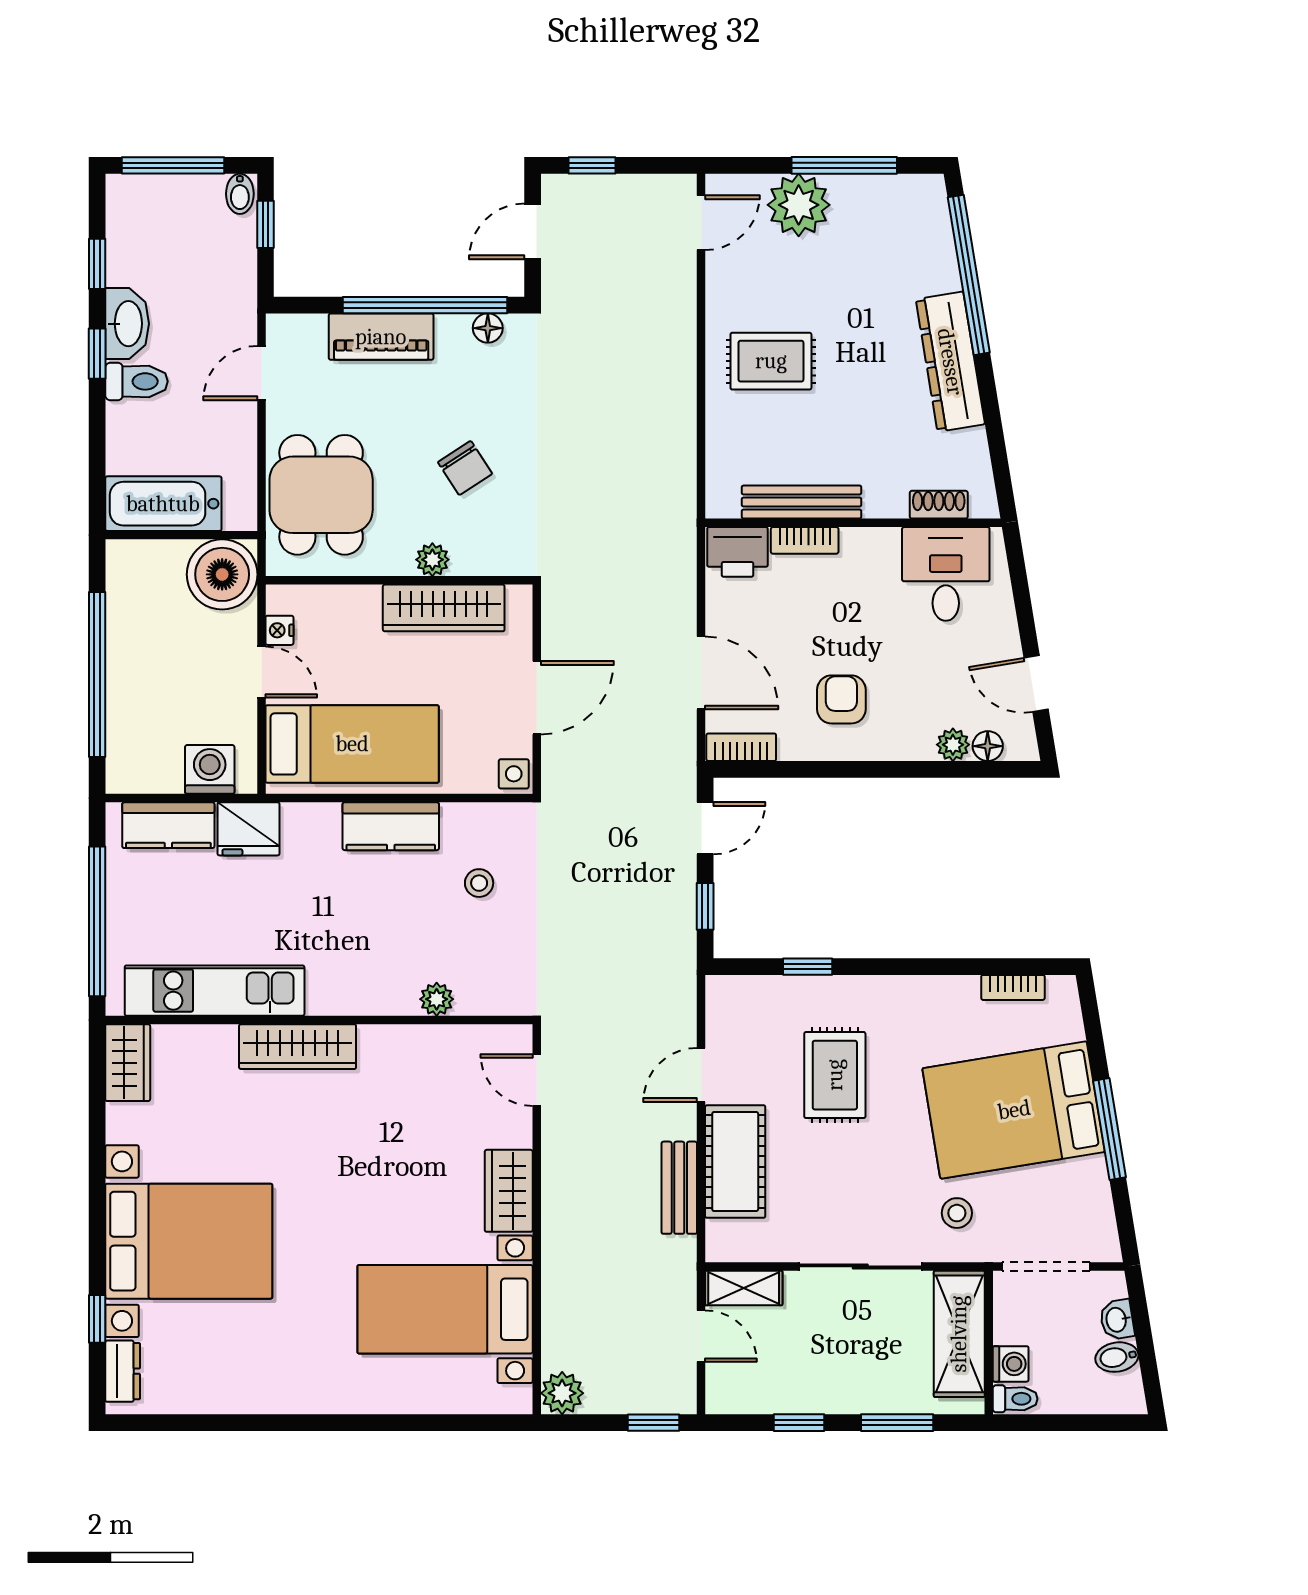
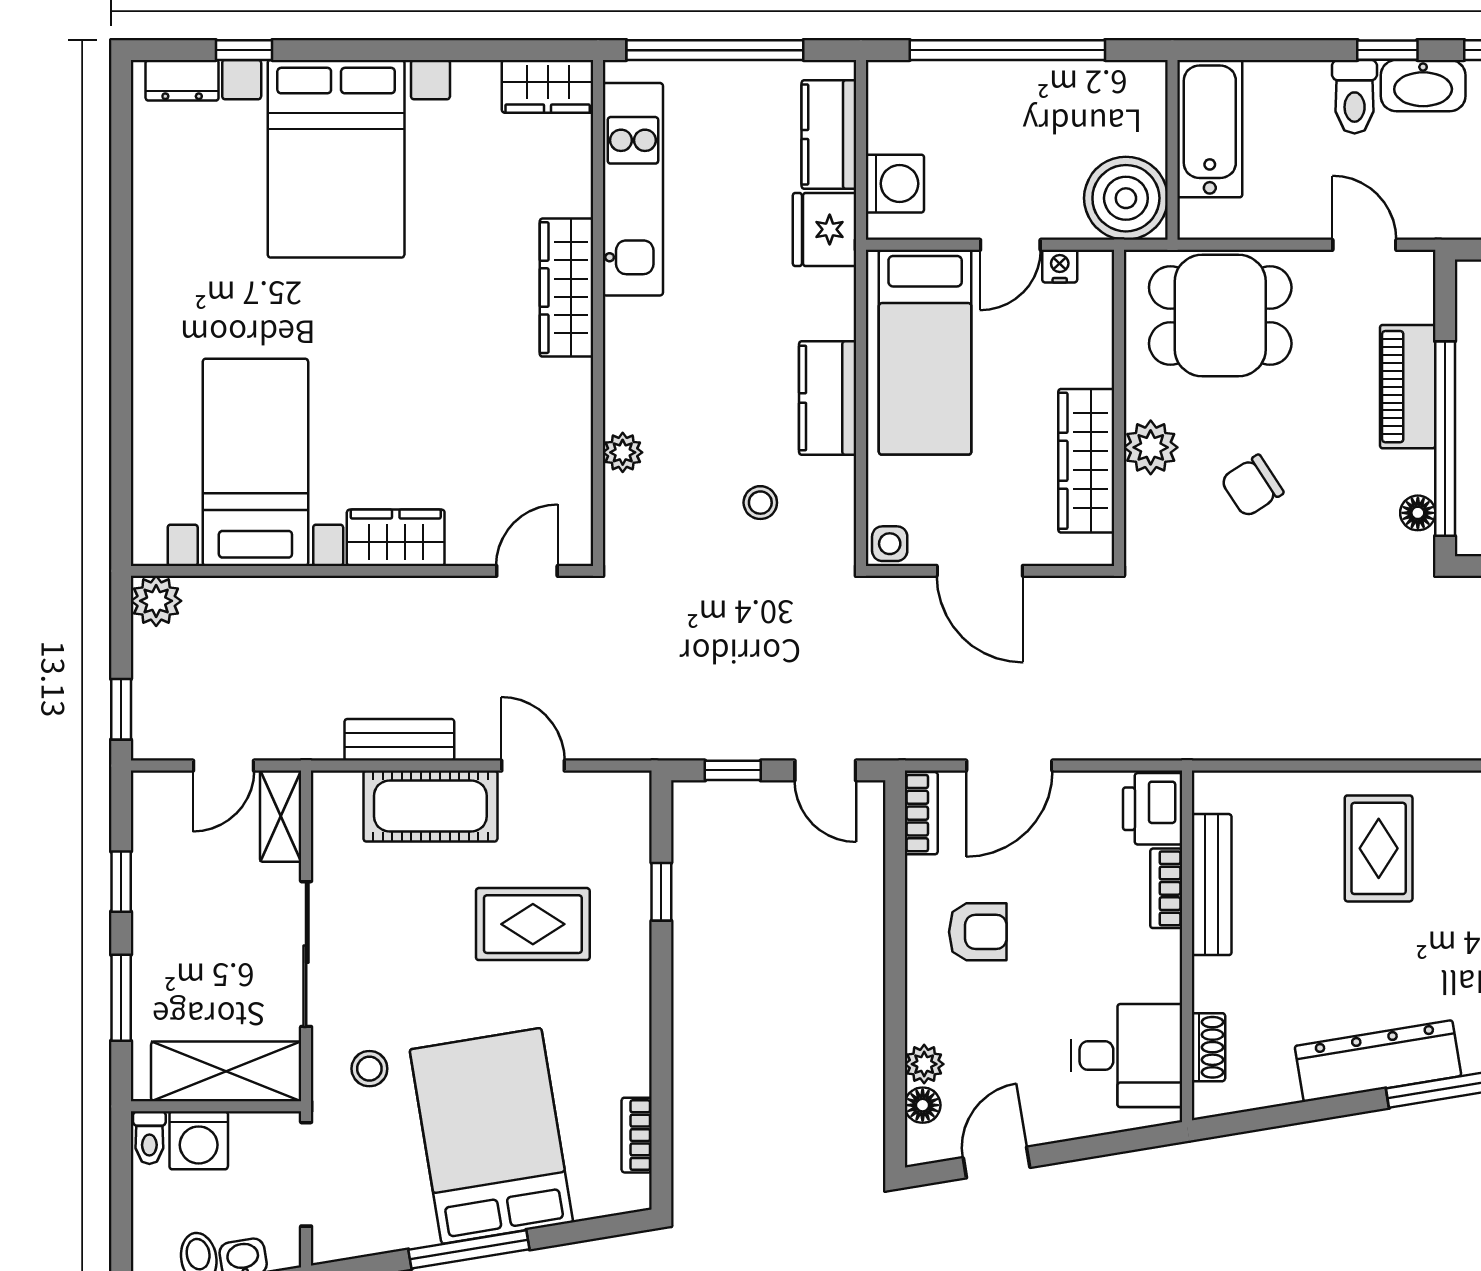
plant: (432, 560) -> (1151, 447), width x1.38, depth x1.38
washing machine: (1011, 1364) -> (199, 1140), width x1.38, depth x1.38

